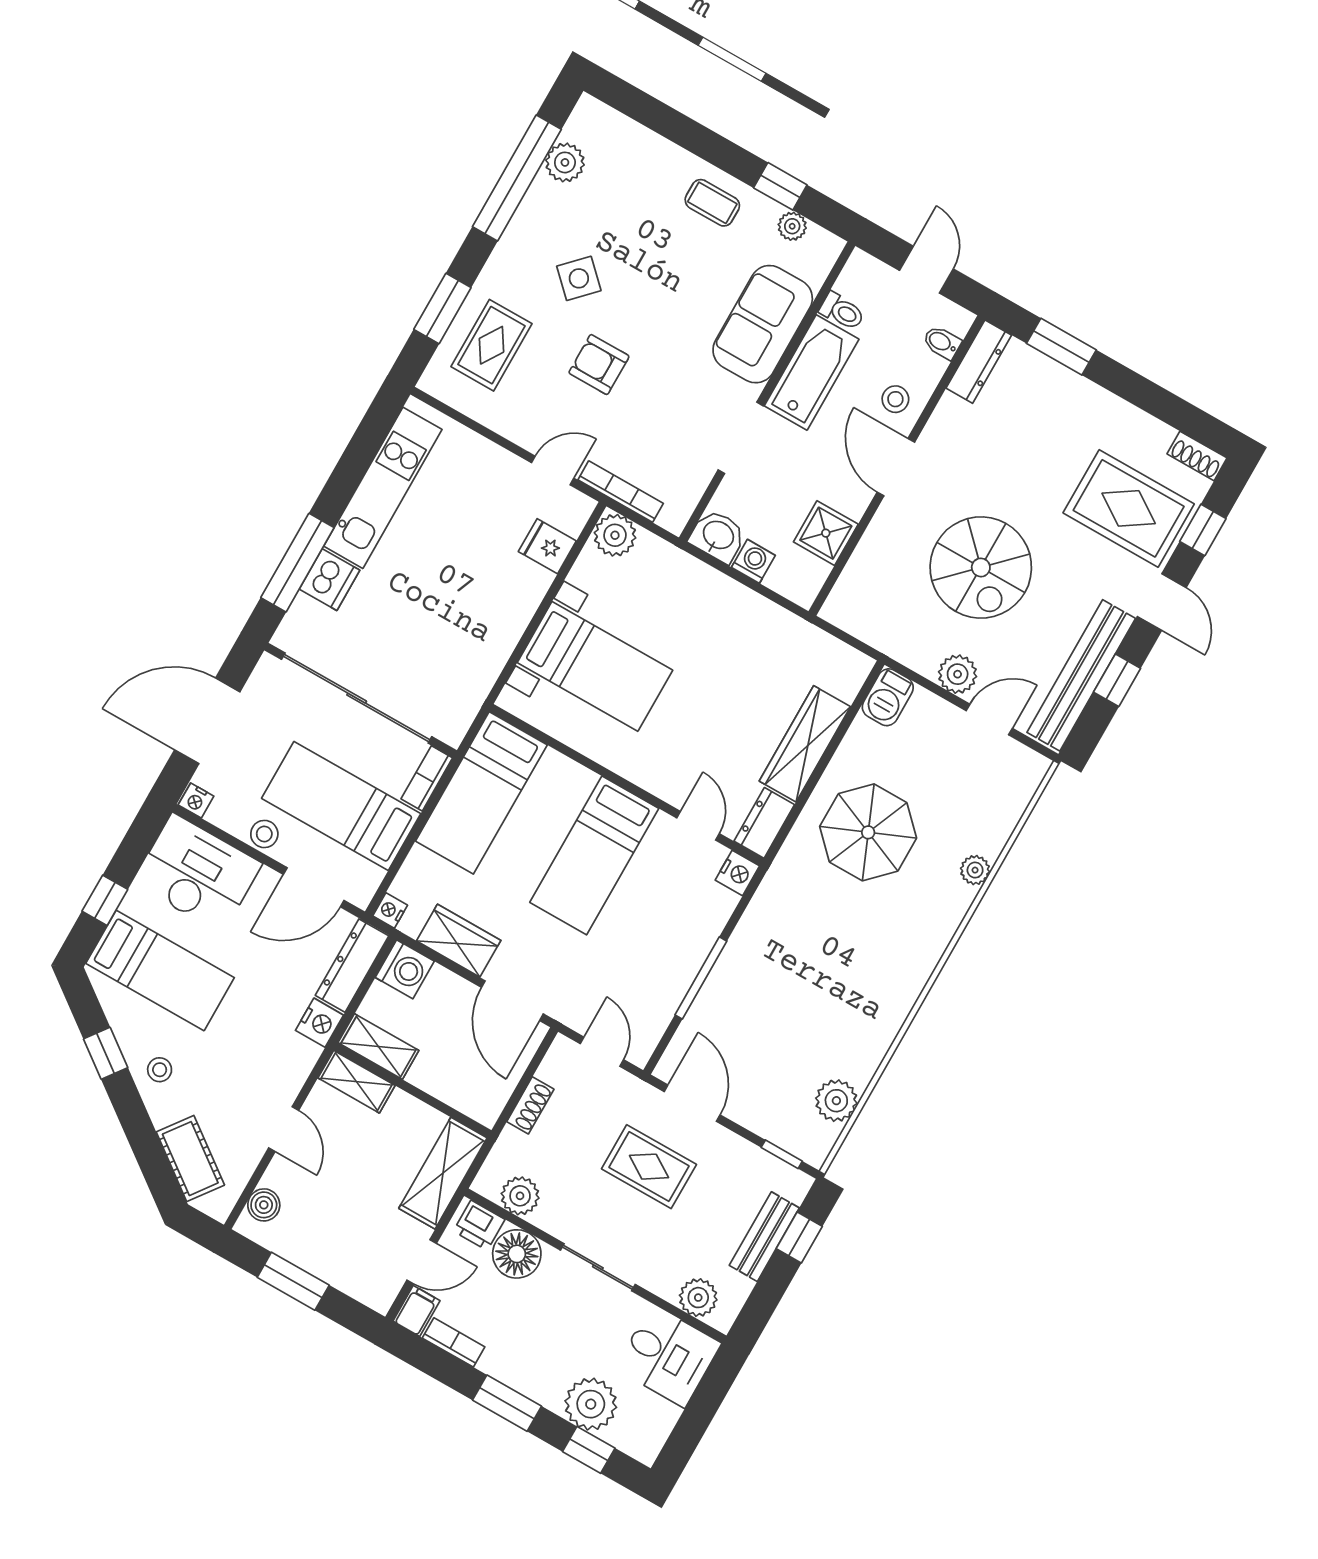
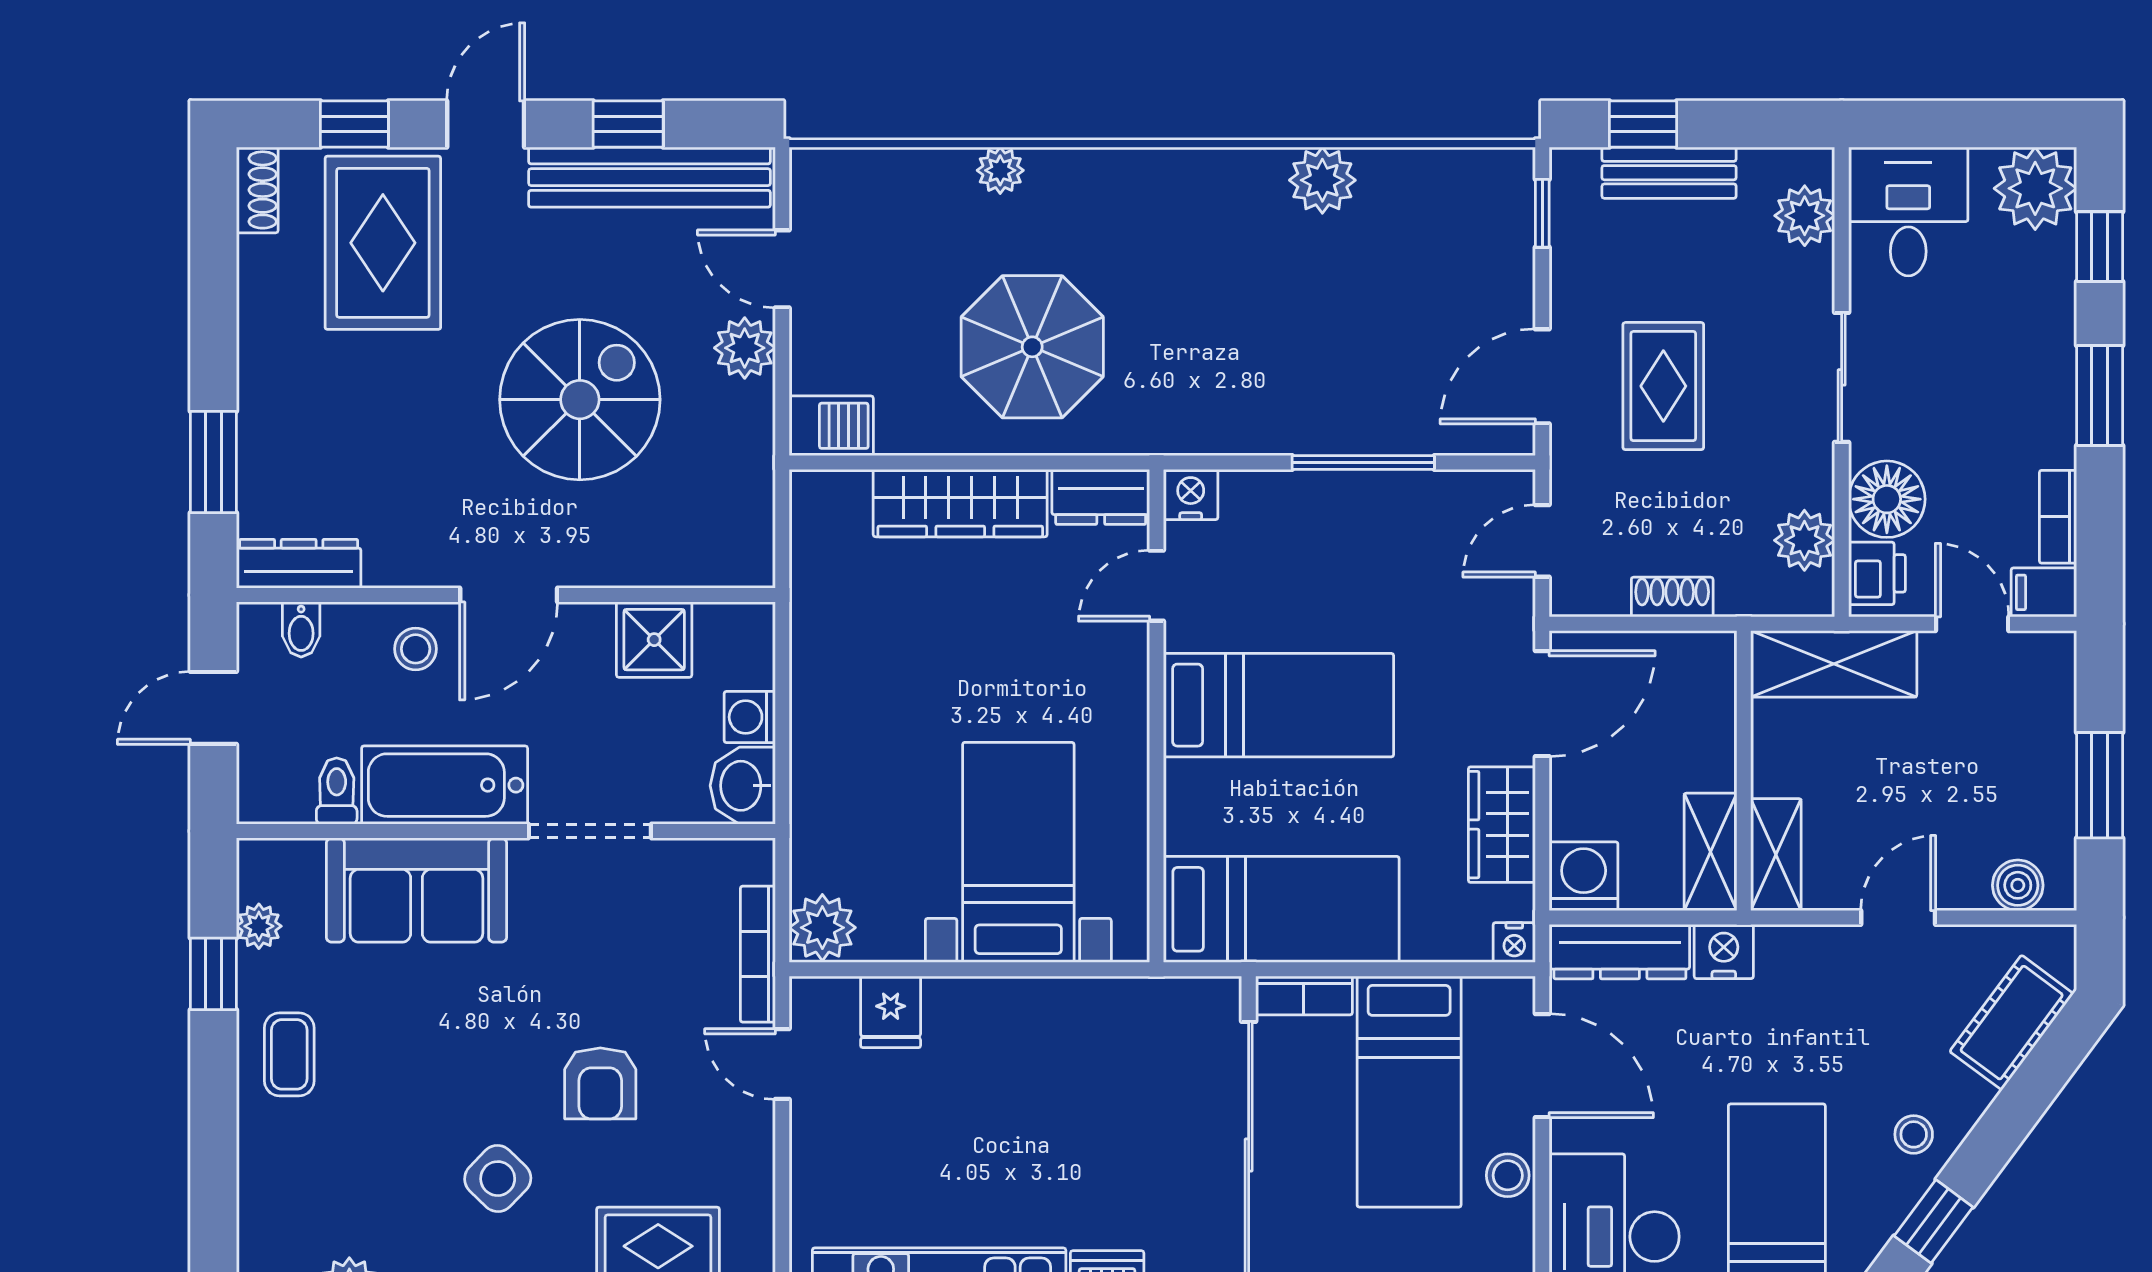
plant: (836, 1101) -> (1322, 180), moved
plant: (591, 1404) -> (2035, 188), moved

